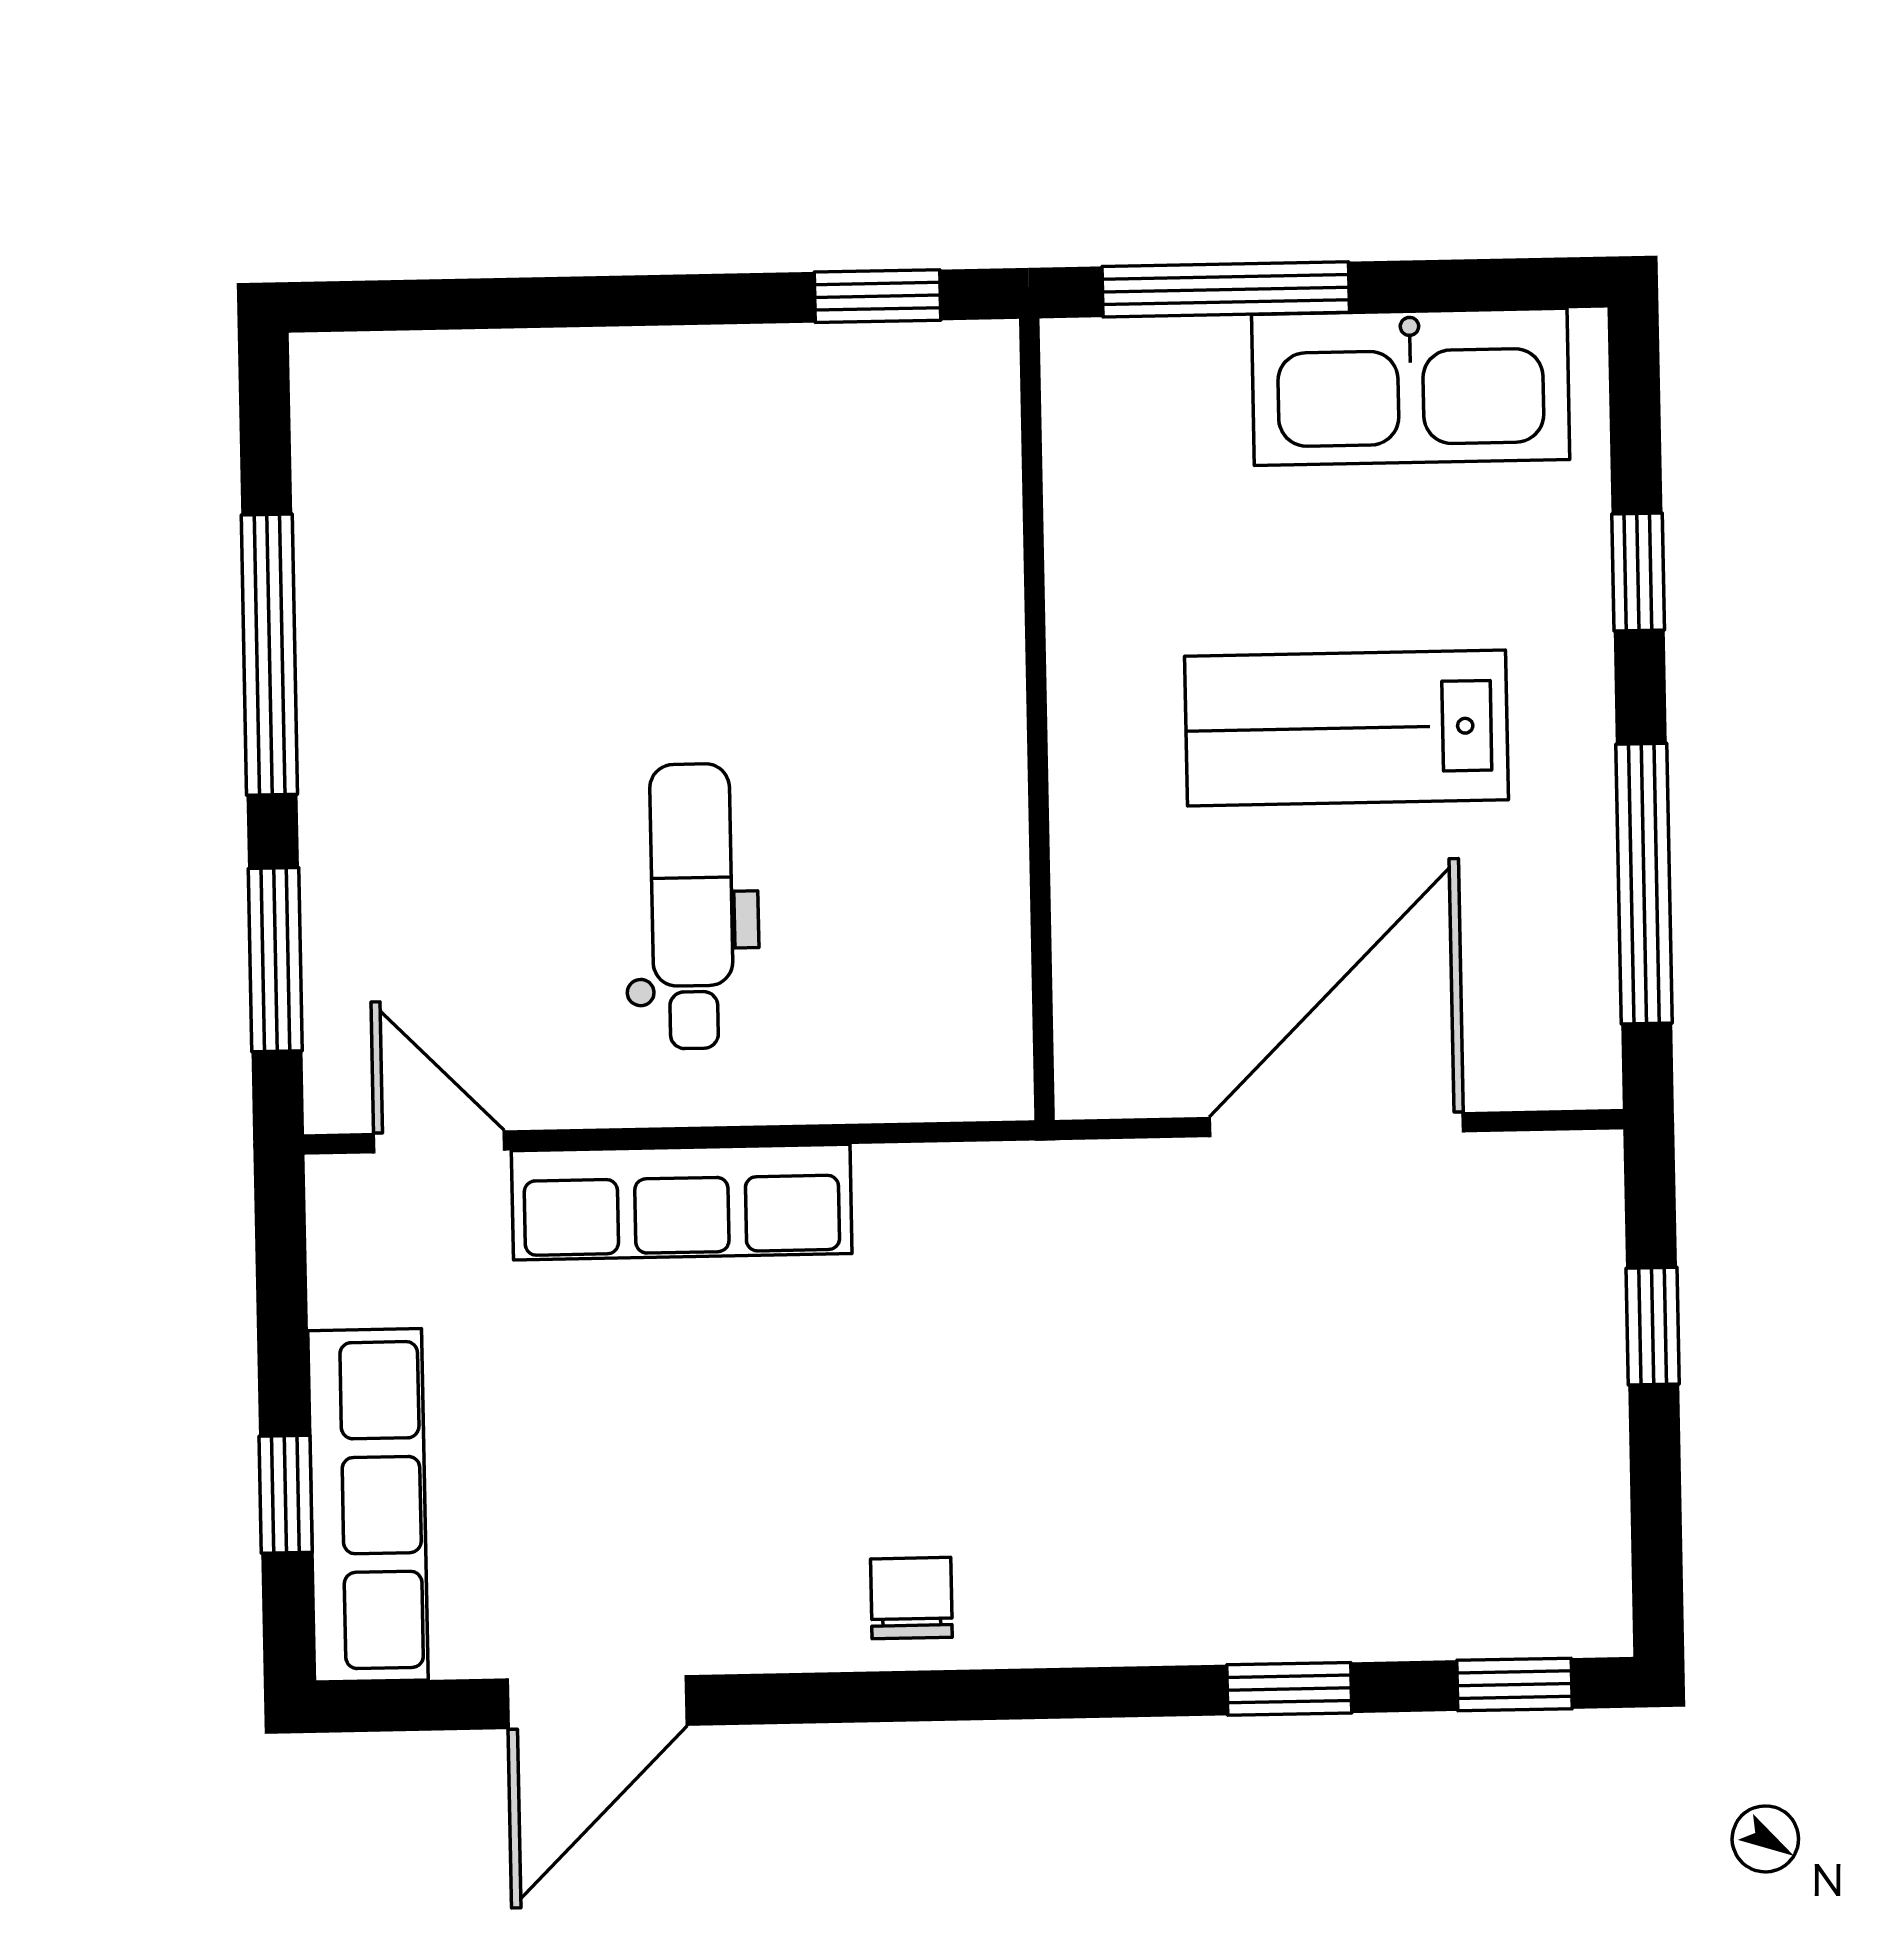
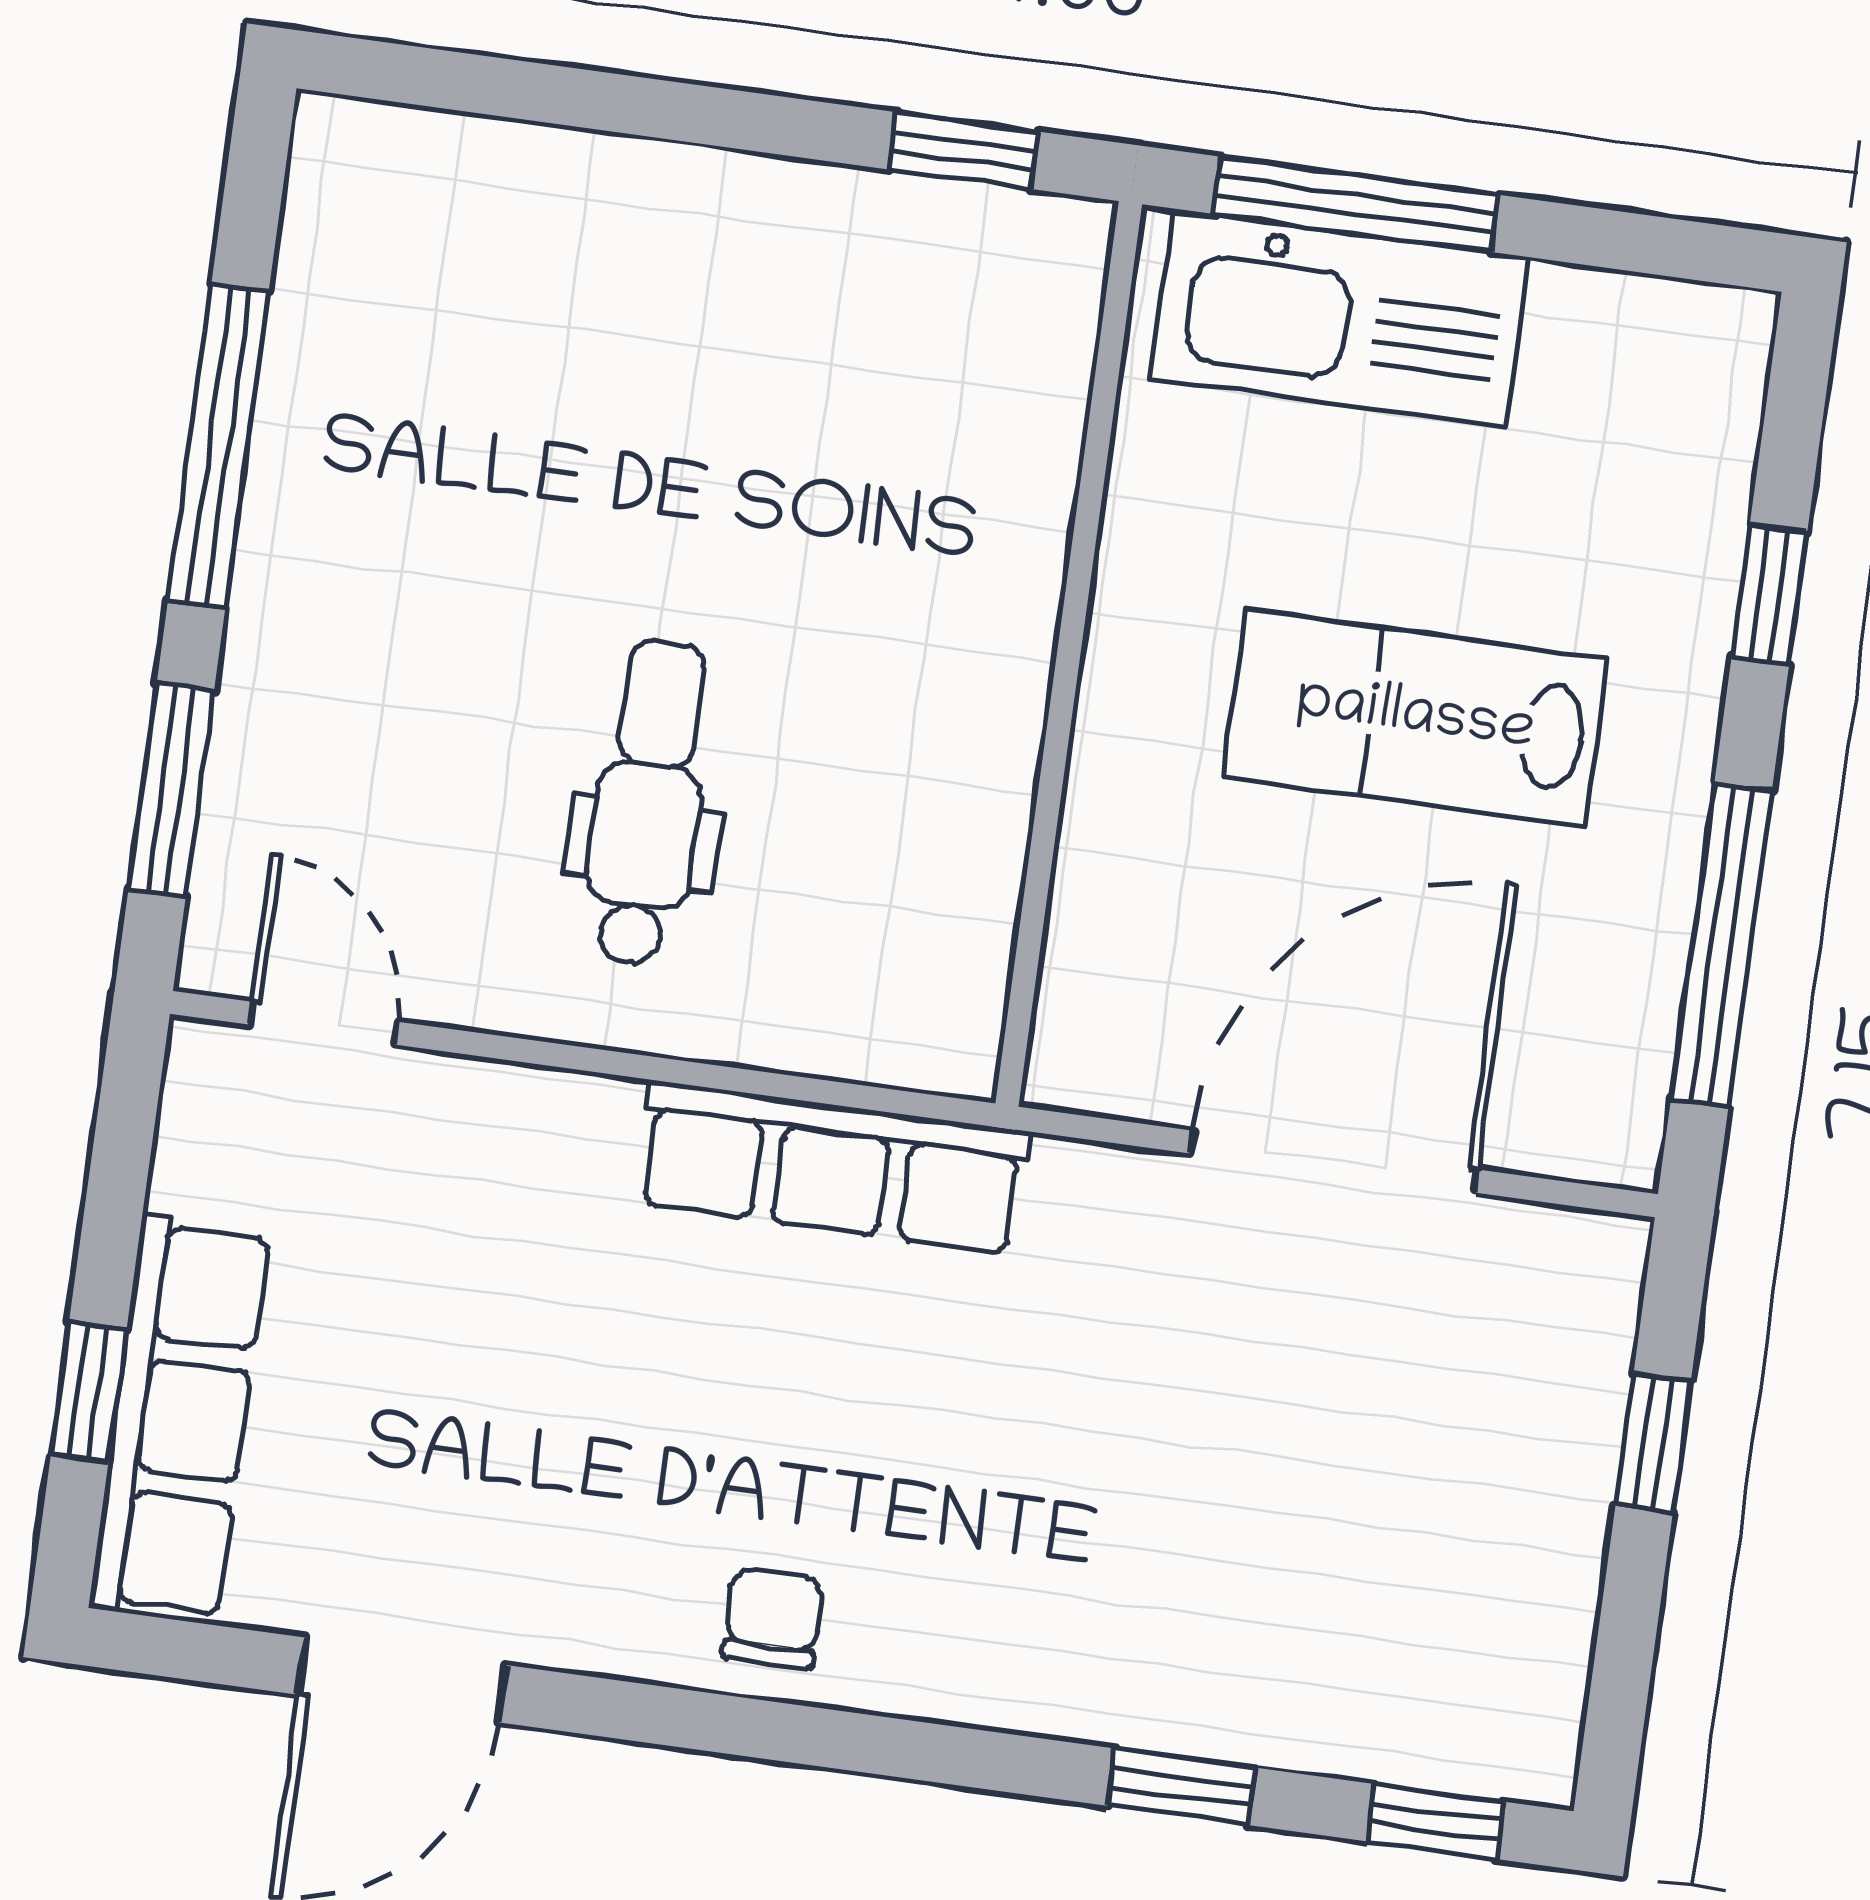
kitchen sink: (1411, 387) -> (1340, 318), moved
row of seats: (682, 1202) -> (833, 1167), moved

